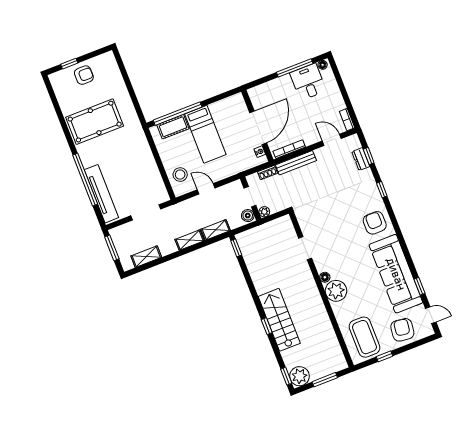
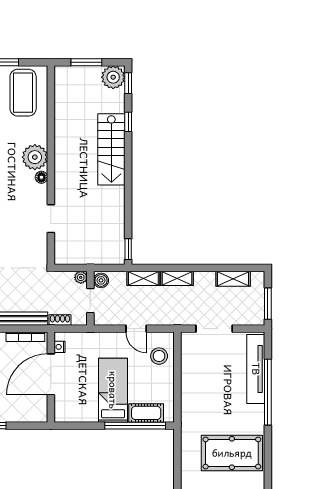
window: (267, 326) -> (128, 122), moved

